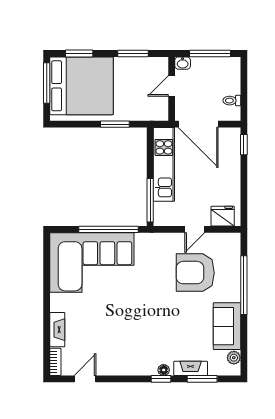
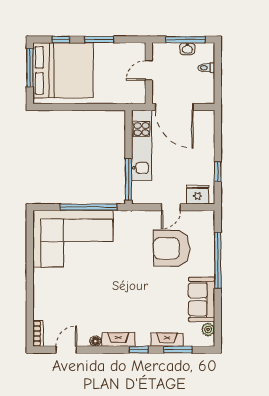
window: (79, 53) -> (61, 40), width x0.67
window: (133, 53) -> (99, 40), moved
washbasin: (183, 63) -> (187, 49), moved
toilet: (232, 101) -> (206, 68), moved
window: (115, 124) -> (95, 107), removed
window: (244, 145) -> (218, 172), moved
fireplace: (57, 330) -> (118, 339), moved, turned -90
floor lamp: (164, 370) -> (95, 341), moved

